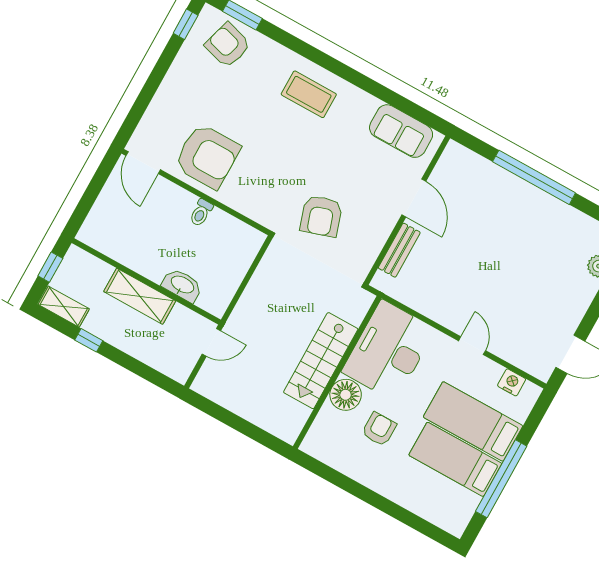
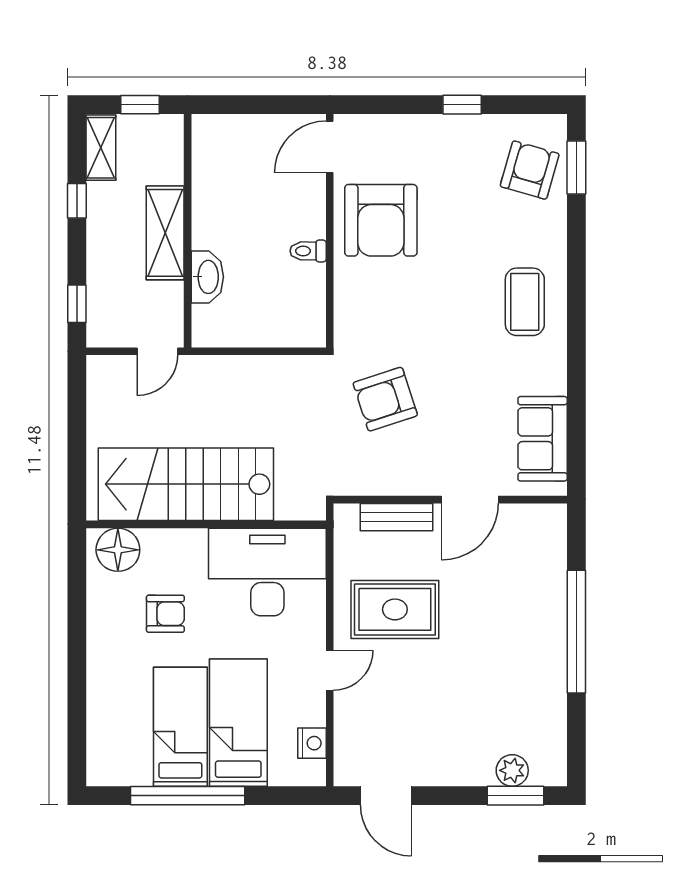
window: (186, 24) -> (462, 105), moved
rug: (457, 283) -> (395, 609), added
door: (211, 342) -> (157, 351), hinge flipped
stairs: (321, 361) -> (186, 484), width x1.36, depth x1.51
window: (153, 376) -> (77, 304), added
floor lamp: (346, 395) -> (118, 550), moved

